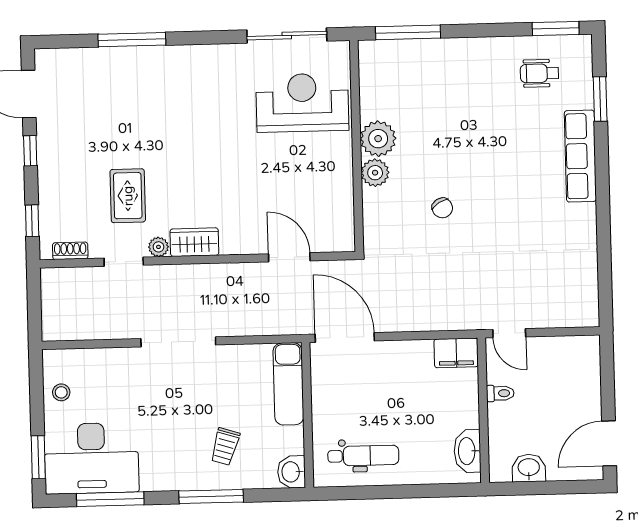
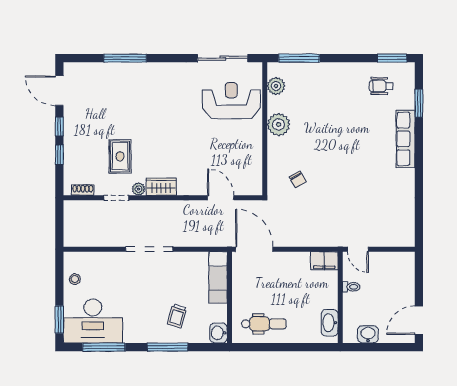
plant: (375, 173) -> (276, 86), moved
chair: (442, 208) -> (298, 179), moved
window: (32, 221) -> (59, 155), moved

